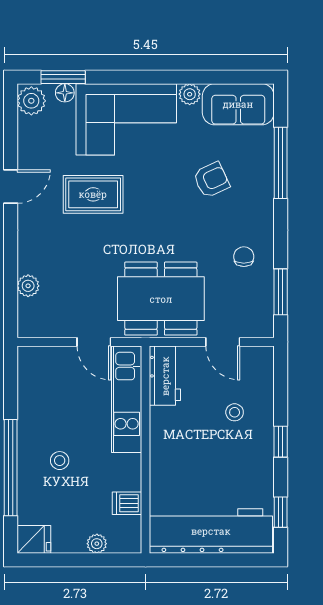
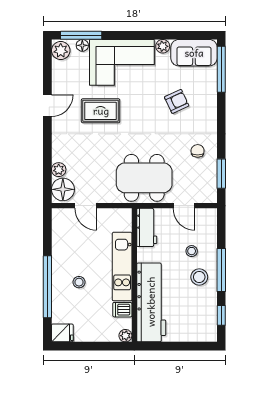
window: (63, 77) -> (81, 35), width x1.44
window: (281, 163) -> (221, 69), moved
floor lamp: (35, 317) -> (63, 189), added
door: (94, 342) -> (86, 206), moved
kitchen unit: (127, 399) -> (122, 267), moved
window: (281, 442) -> (221, 270), width x2.17
stool: (246, 453) -> (199, 277), added
workbench: (211, 531) -> (151, 302), moved, turned 90
plant: (97, 544) -> (125, 336), moved

